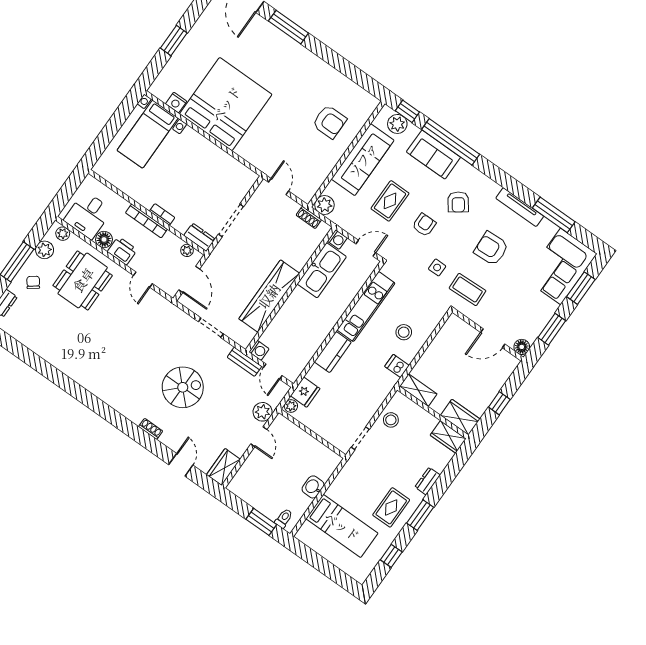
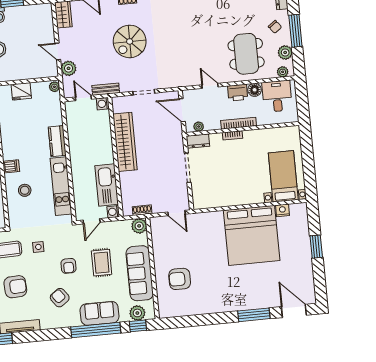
fridge: (305, 392) -> (21, 91), moved, turned -90

